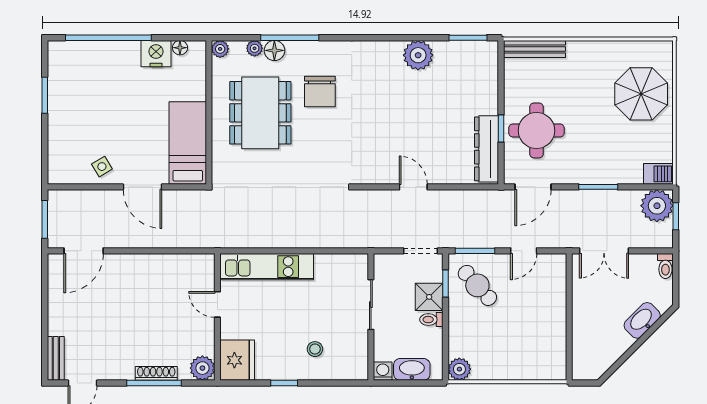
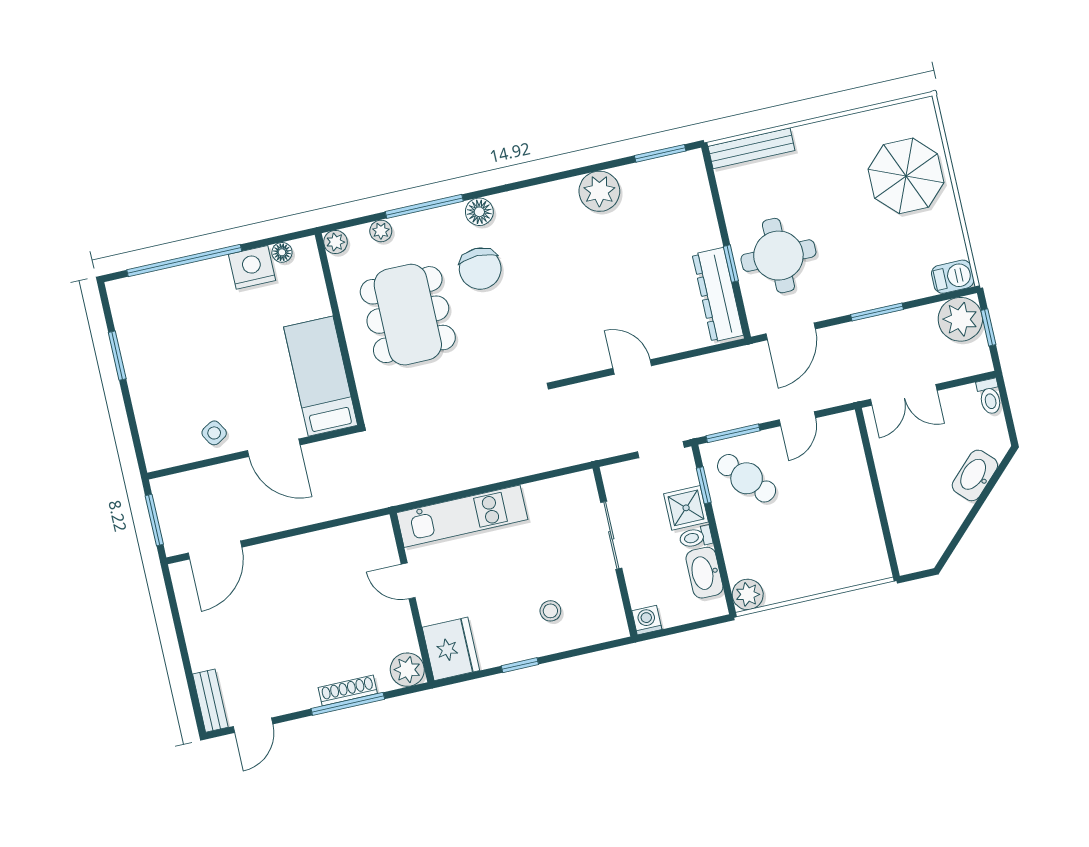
floor lamp: (274, 50) -> (479, 212), moved
washbasin: (412, 369) -> (704, 573), moved, turned -90

